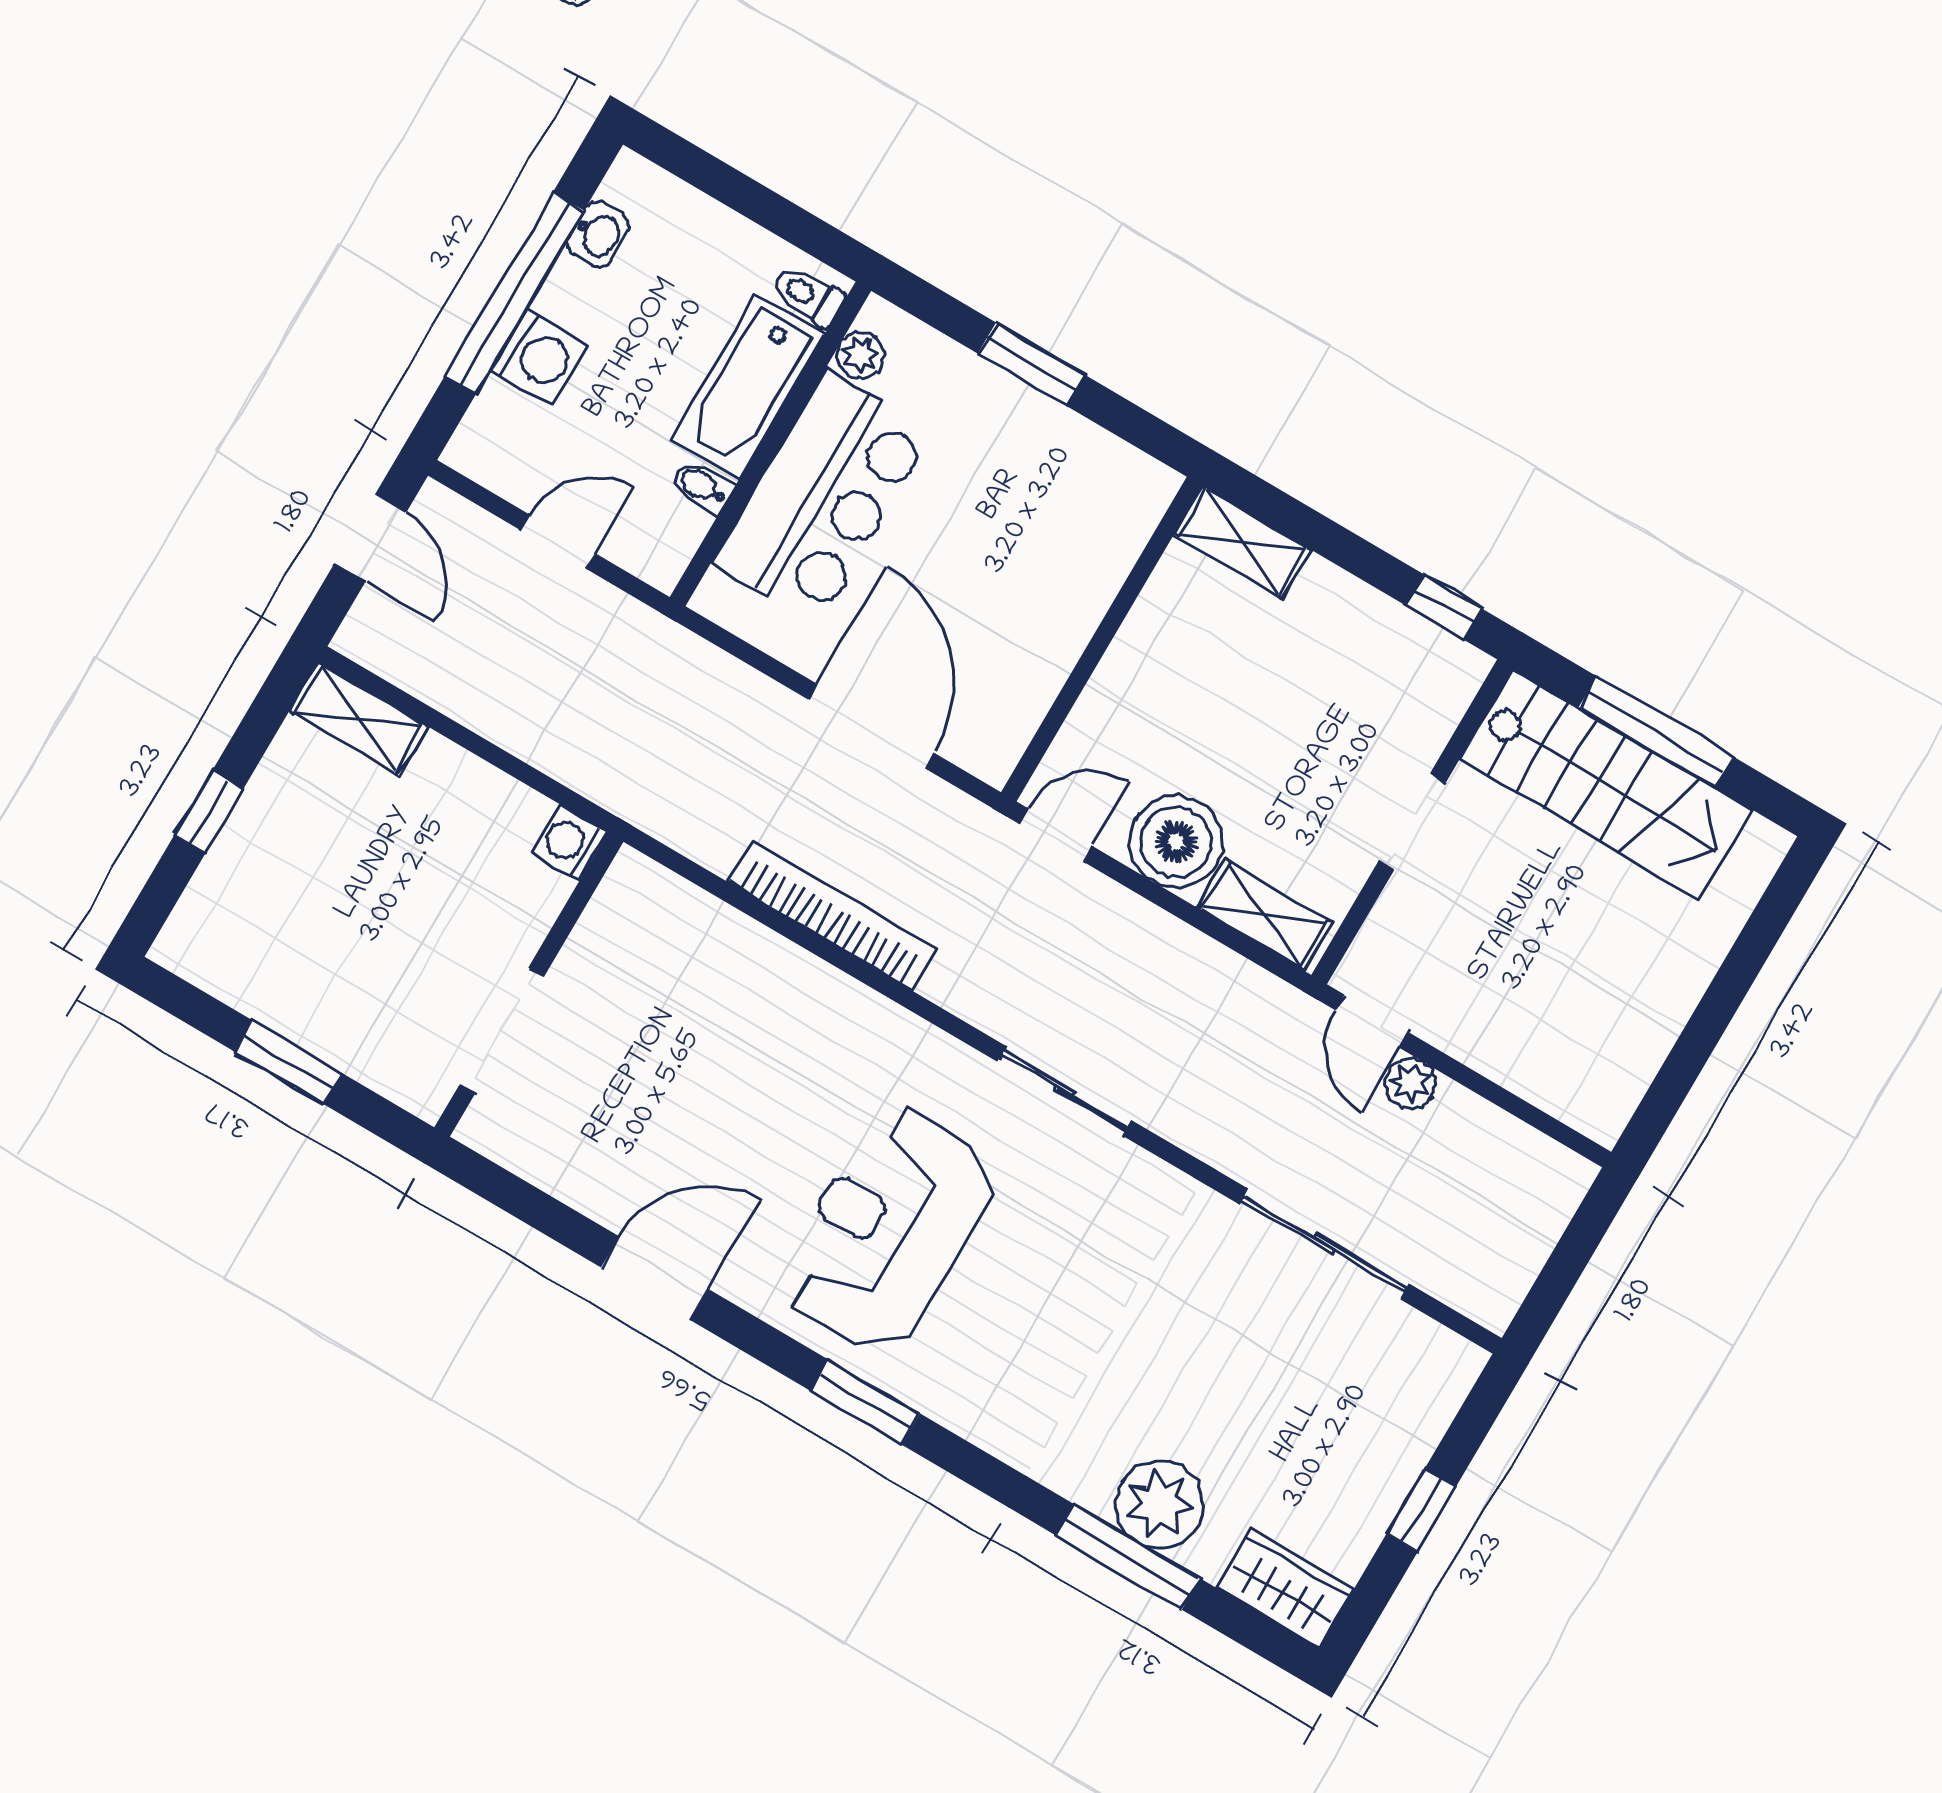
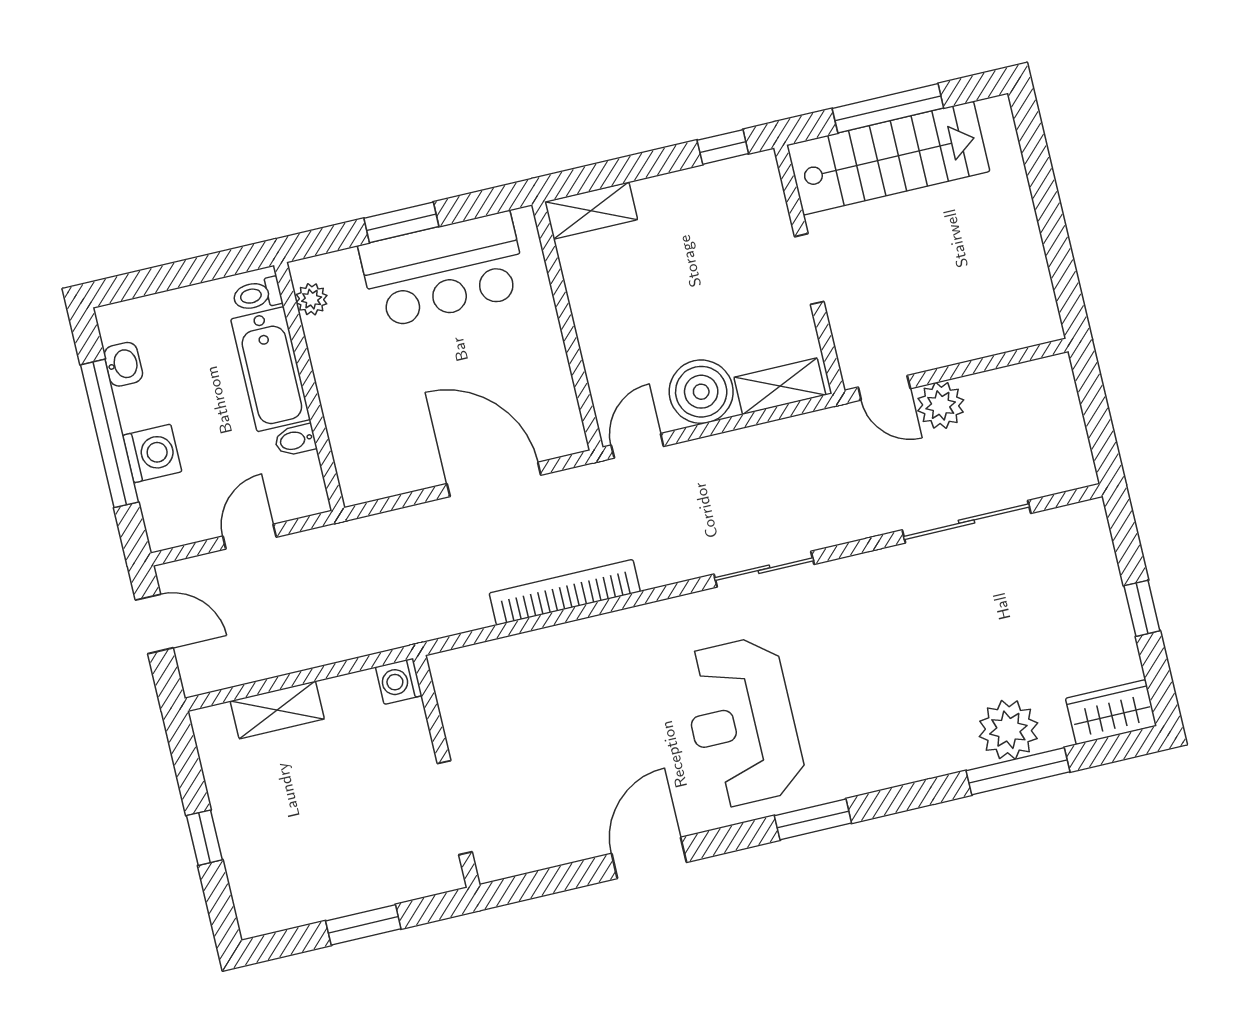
bar counter: (823, 497) -> (443, 270), moved, turned 90
shelving: (358, 719) -> (277, 710), moved
plant: (1410, 1083) -> (941, 405), width x1.38, depth x1.38

